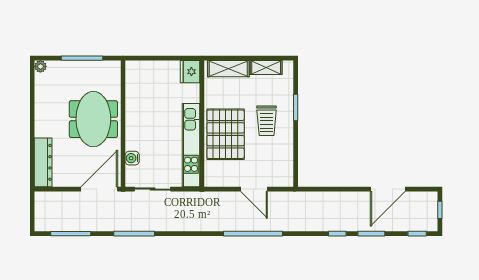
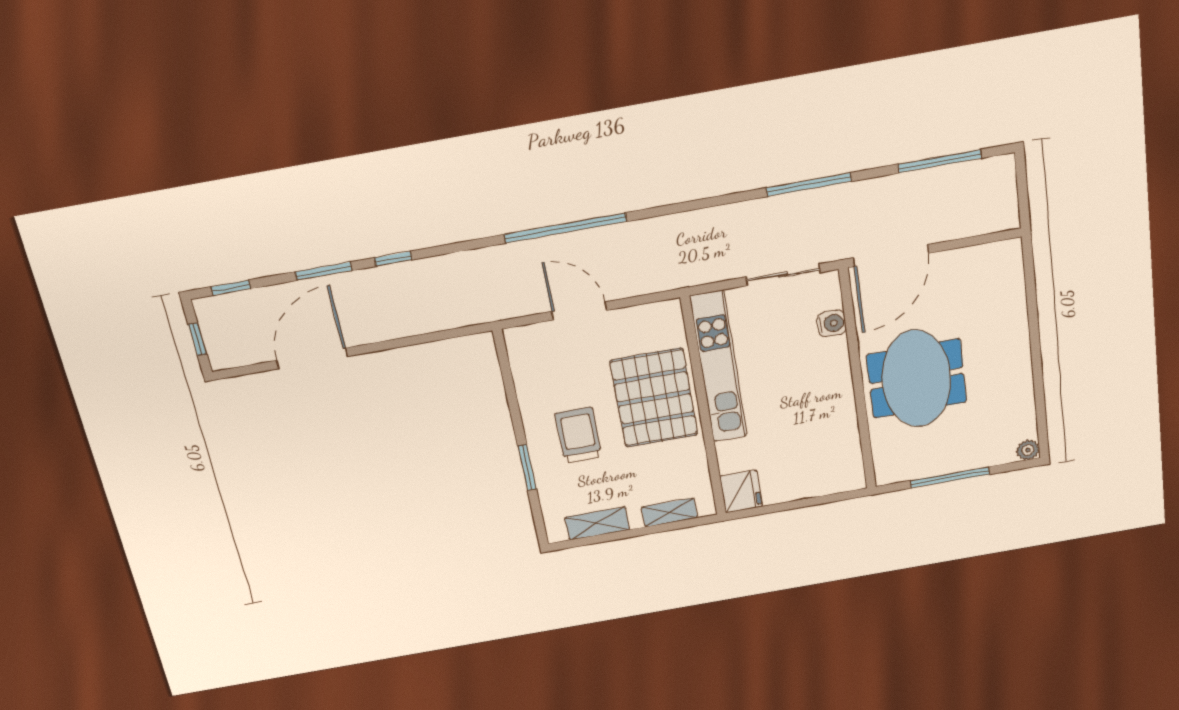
shelving: (228, 69) -> (669, 512), width x0.67, depth x0.75
dresser: (43, 162) -> (1008, 285), removed

